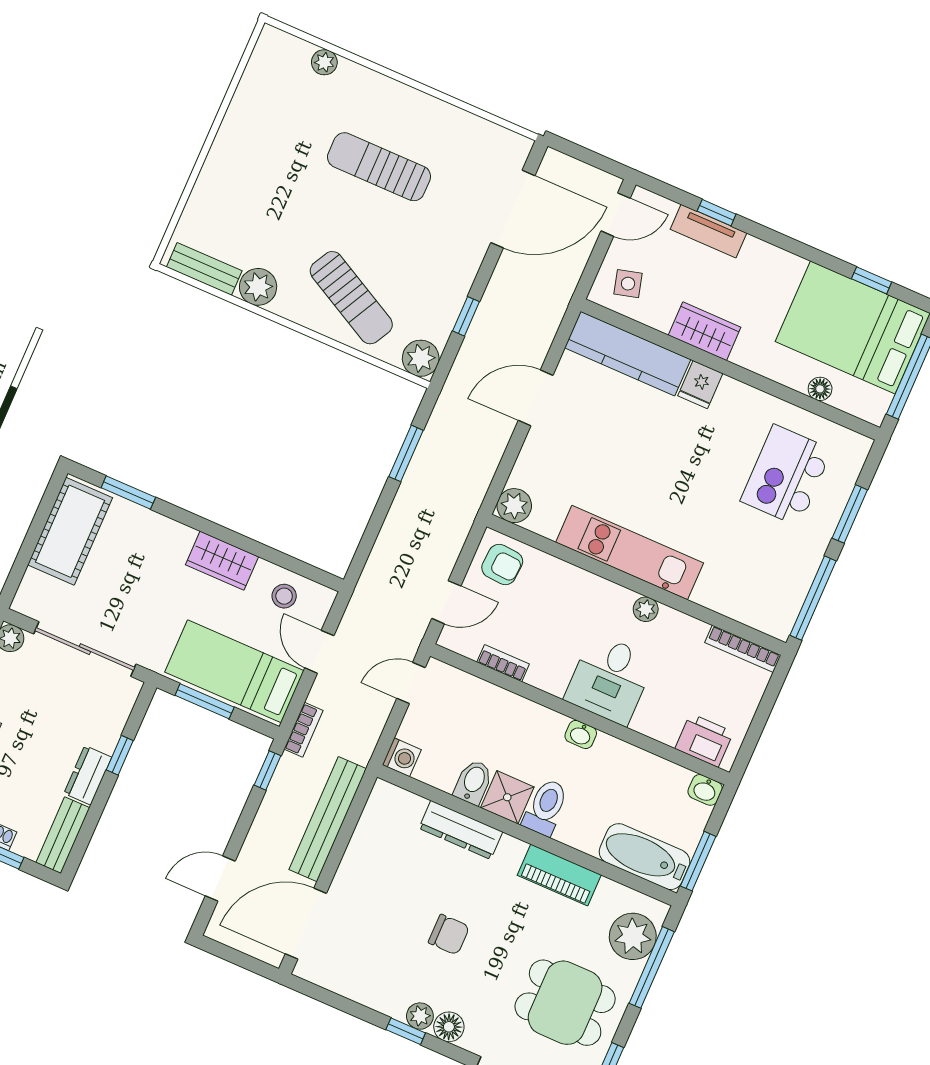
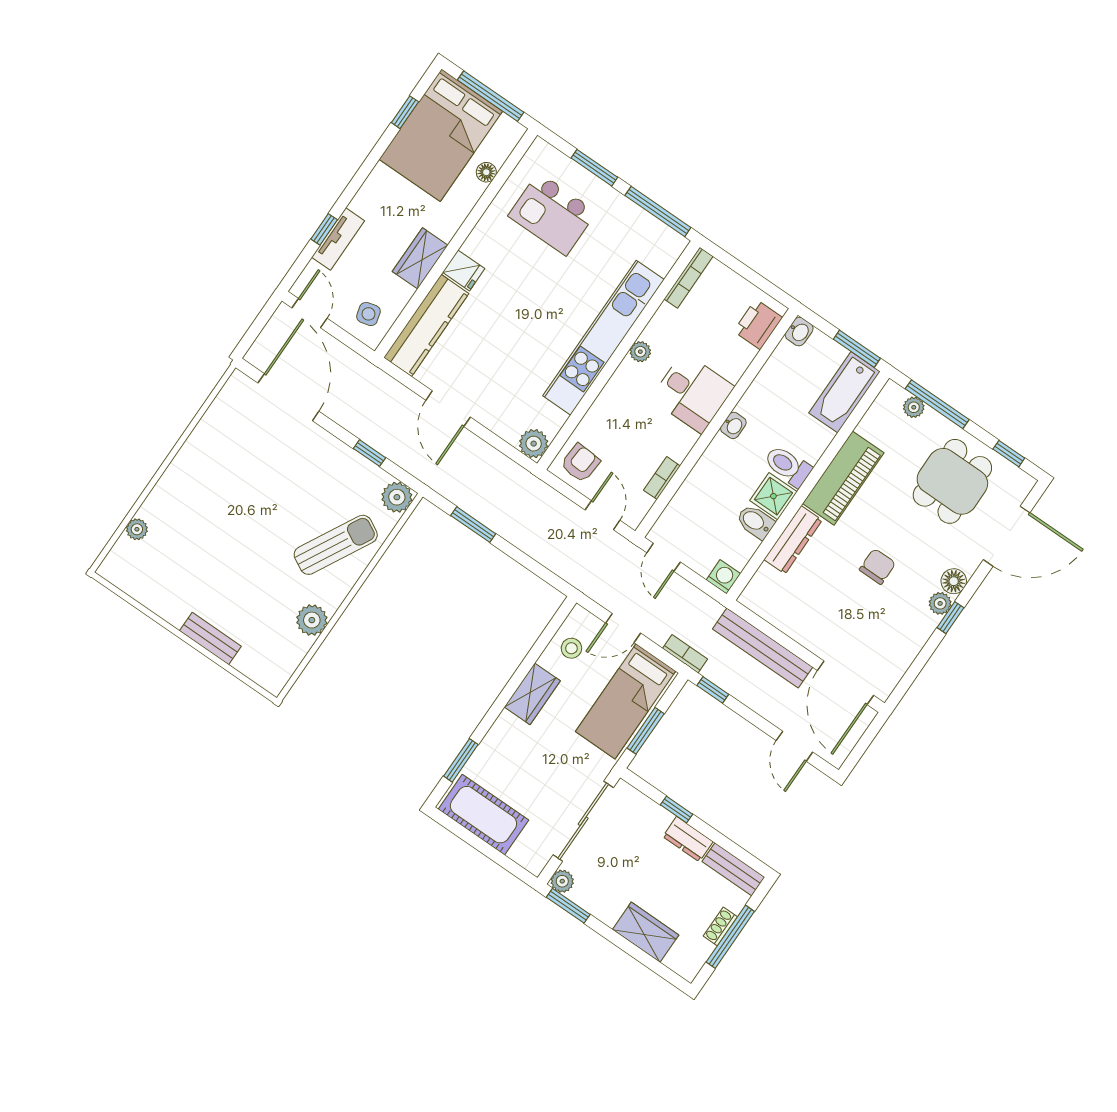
sun lounger: (379, 167) -> (232, 501), removed
bench: (204, 269) -> (210, 638), moved, turned 90
kitchen unit: (630, 553) -> (603, 338), width x1.36
piano: (559, 875) -> (843, 478), width x1.37, depth x1.33
plant: (633, 936) -> (914, 407), width x0.53, depth x0.53

